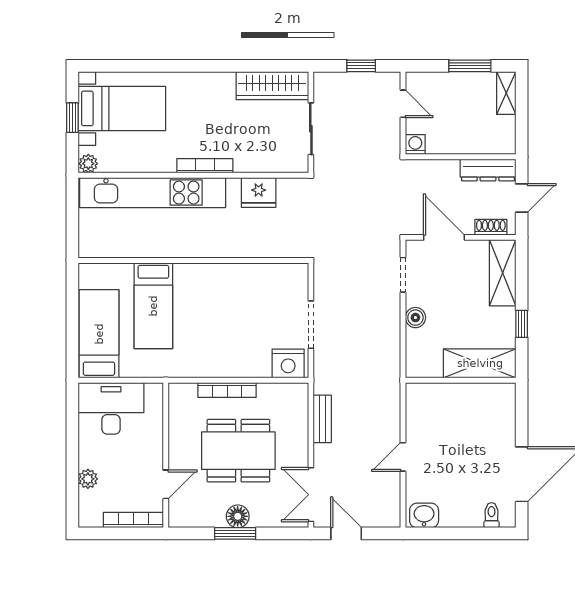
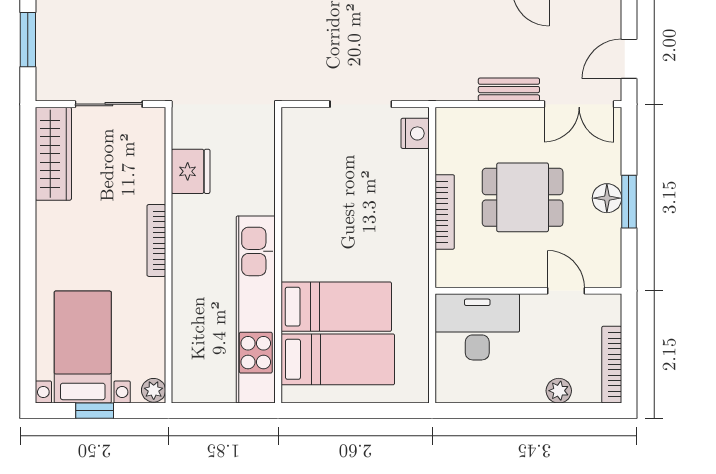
window: (361, 66) -> (28, 40), width x1.50
kitchen unit: (153, 193) -> (256, 310), moved, turned 180
bed: (99, 334) -> (338, 359), moved, turned 180
nightstand: (288, 364) -> (415, 133), width x0.74, depth x0.75
desk: (111, 408) -> (477, 327), moved, turned 90
bench: (322, 419) -> (509, 90), moved
dining table: (238, 451) -> (523, 197), width x0.73
bookcase: (133, 520) -> (612, 365), moved

